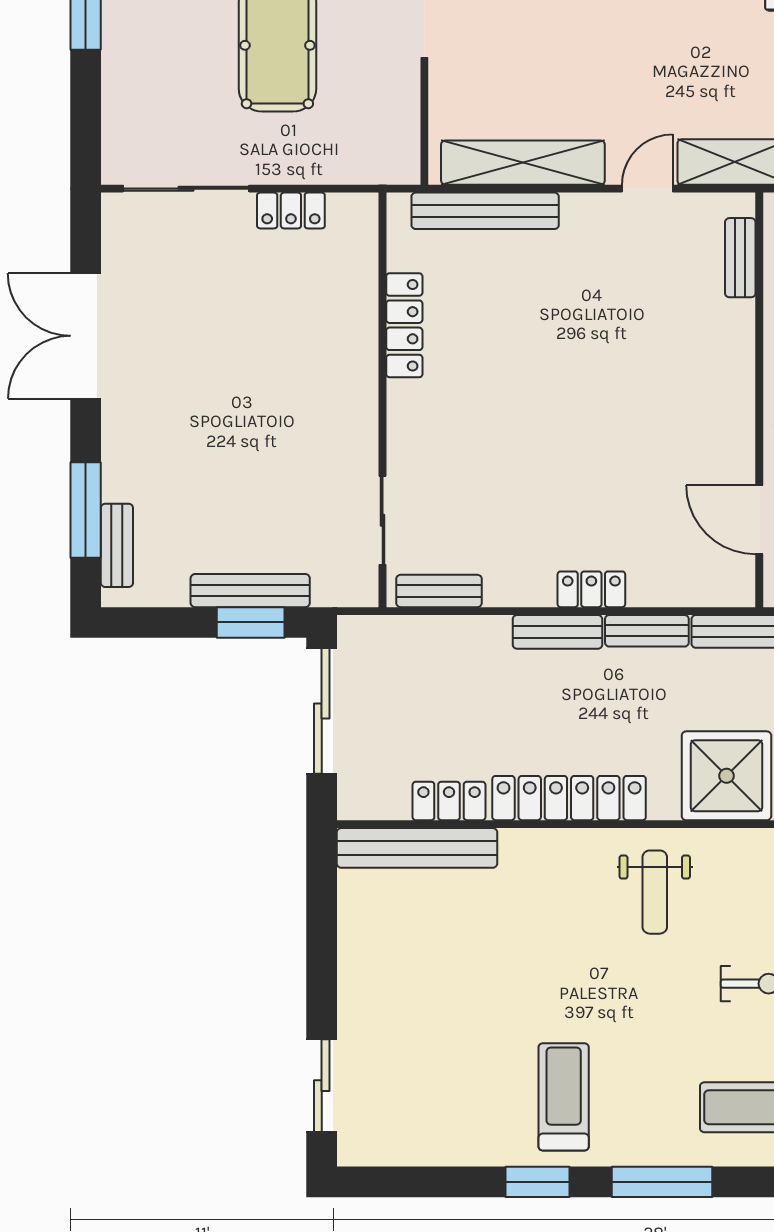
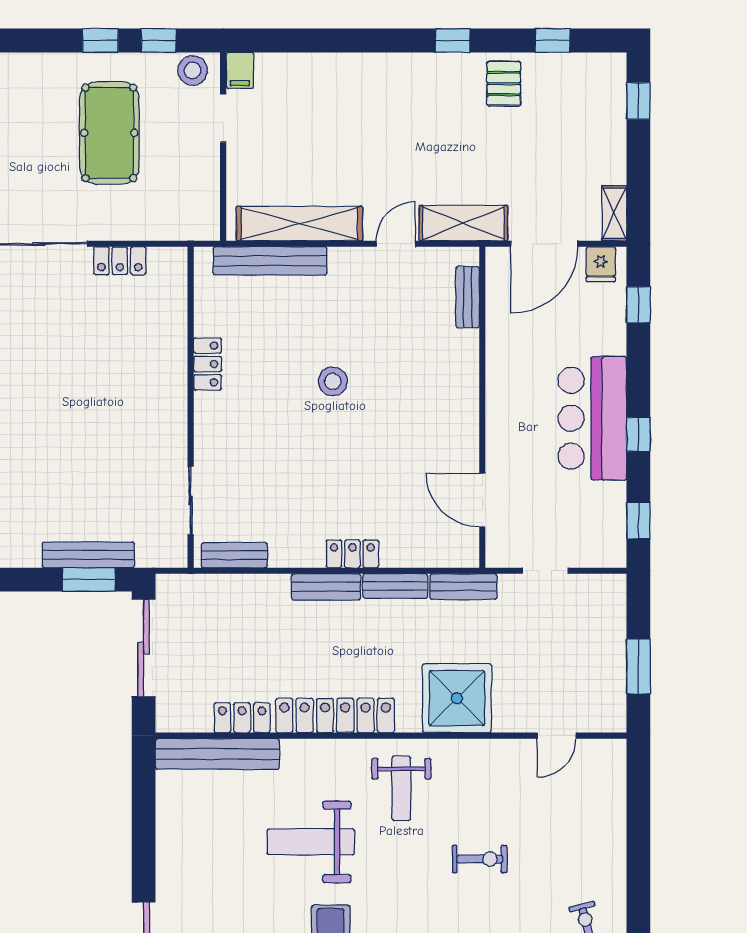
locker: (404, 325) -> (208, 364), width x0.66
stool: (566, 367) -> (333, 381), added
weight bench: (538, 961) -> (311, 842), added

